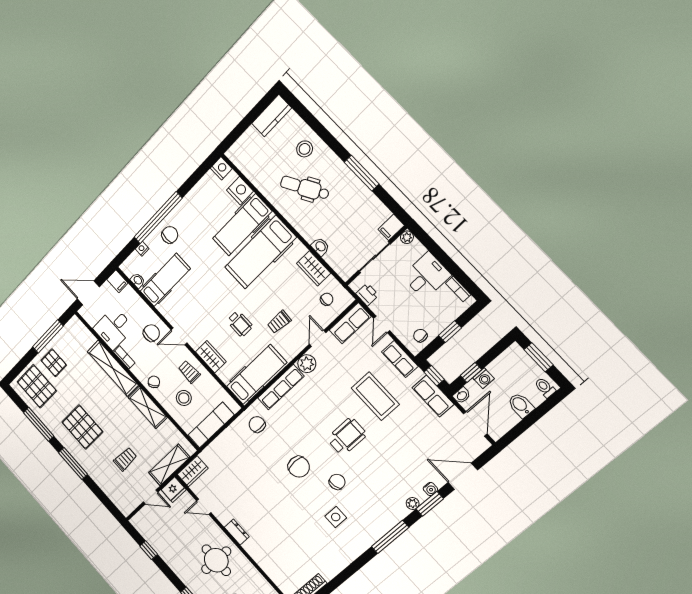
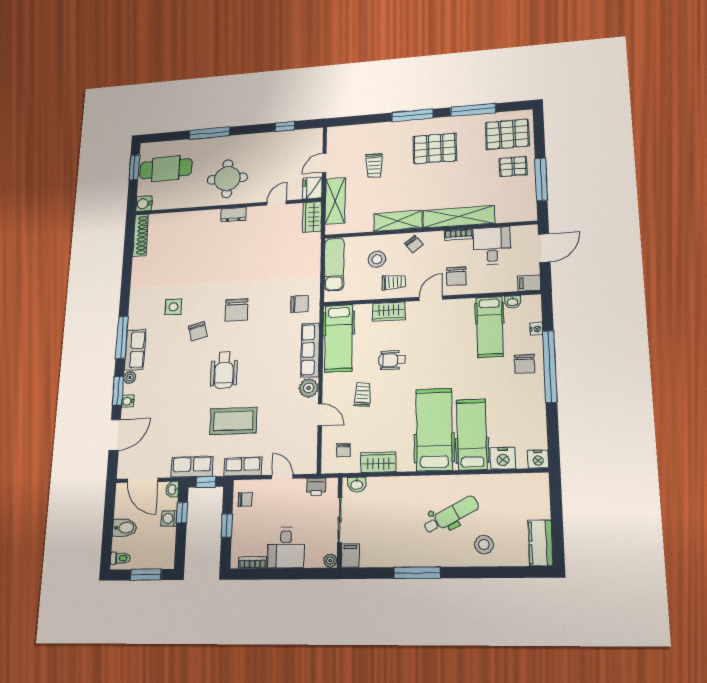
washbasin: (320, 247) -> (357, 484), moved
row of seats: (350, 323) -> (135, 350), moved, turned 180
chair: (299, 467) -> (237, 310), turned -90

